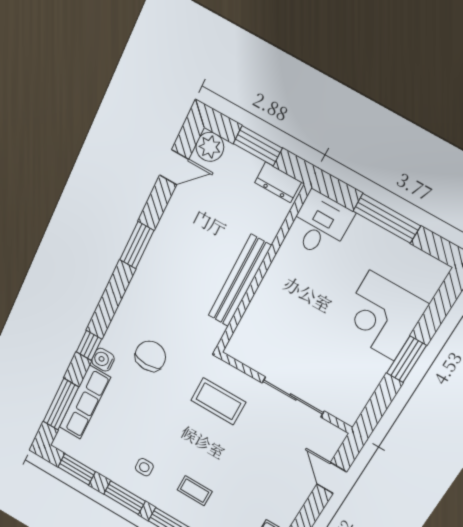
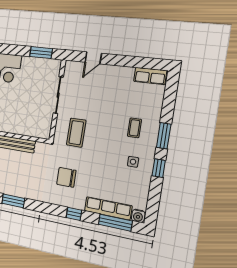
window: (407, 359) -> (41, 53), moved
water cooler: (103, 360) -> (138, 216), moved
window: (77, 469) -> (153, 203), removed
window: (125, 498) -> (159, 168), width x0.67

